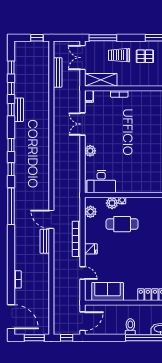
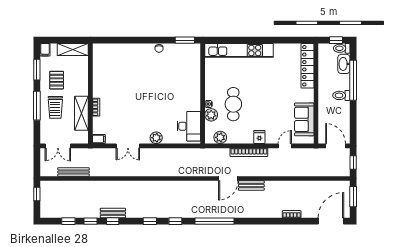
window: (103, 38) -> (37, 106), moved
shelving: (101, 80) -> (81, 113), moved

